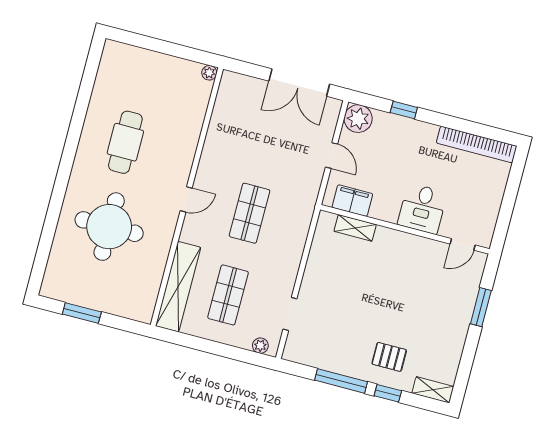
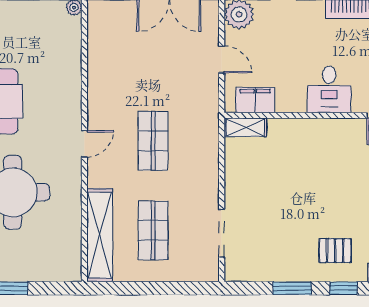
shelving: (355, 228) -> (245, 127), moved
doorway: (290, 314) -> (222, 233), width x1.38
plant: (260, 346) -> (200, 274), removed
window: (341, 381) -> (292, 288), width x0.69

